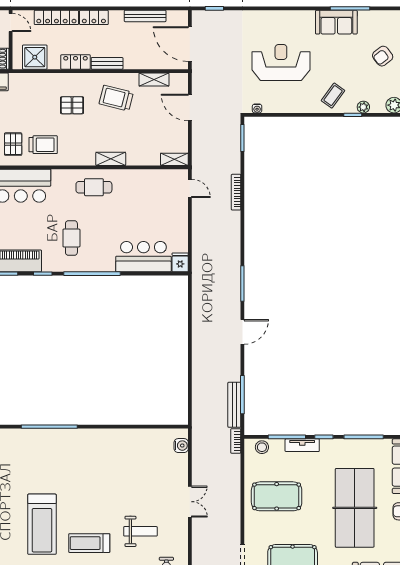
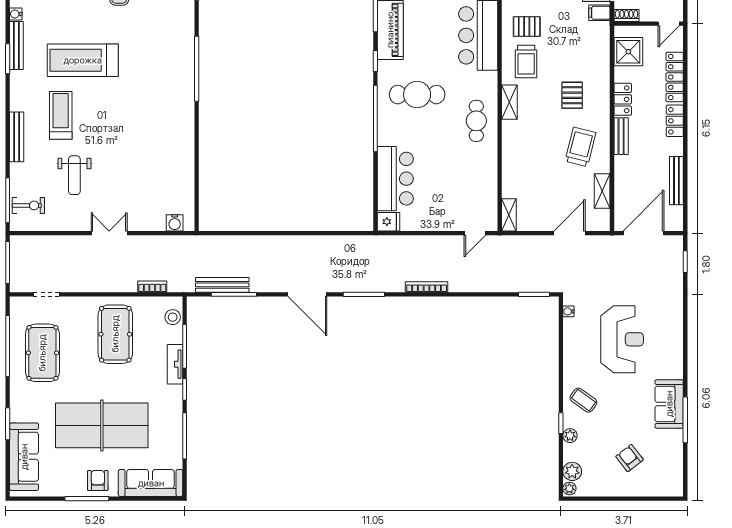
shelving: (111, 159) -> (509, 102), moved
bookcase: (236, 192) -> (427, 287), moved
cafe table: (71, 238) -> (417, 95), width x1.37, depth x1.35
door: (242, 332) -> (307, 294), width x1.36
bookcase: (236, 441) -> (152, 287), moved
double door: (190, 502) -> (109, 233), swing flipped

